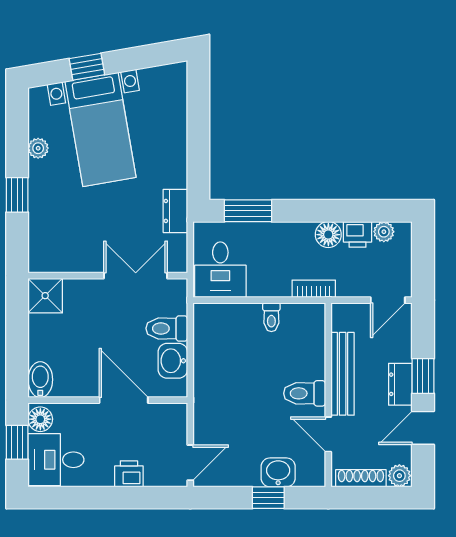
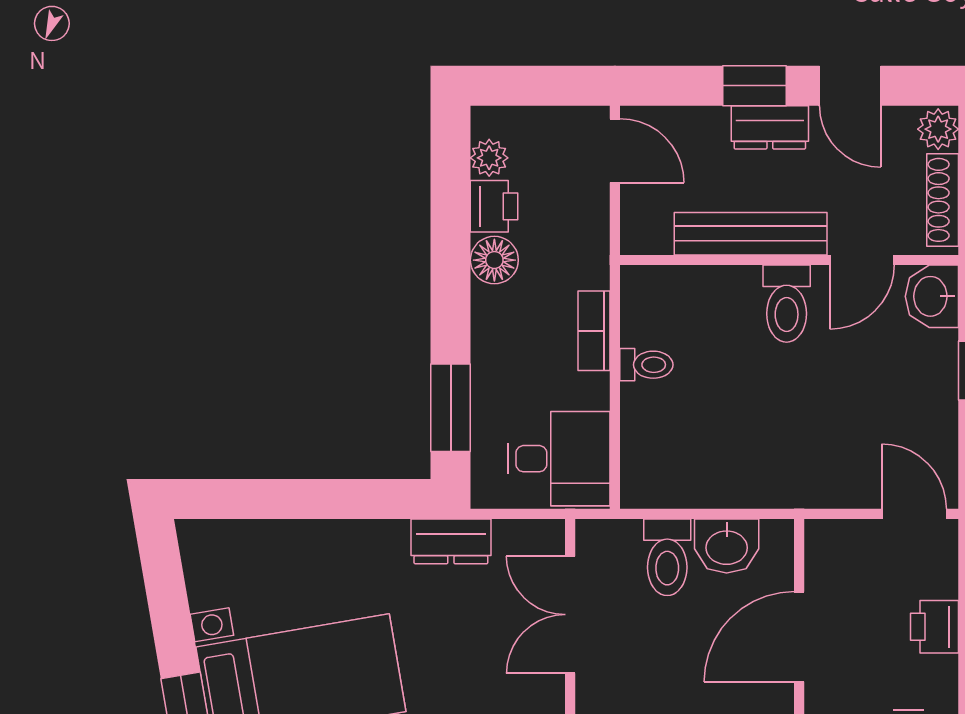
bookcase: (314, 289) -> (594, 331), moved
washbasin: (278, 472) -> (932, 296), moved

